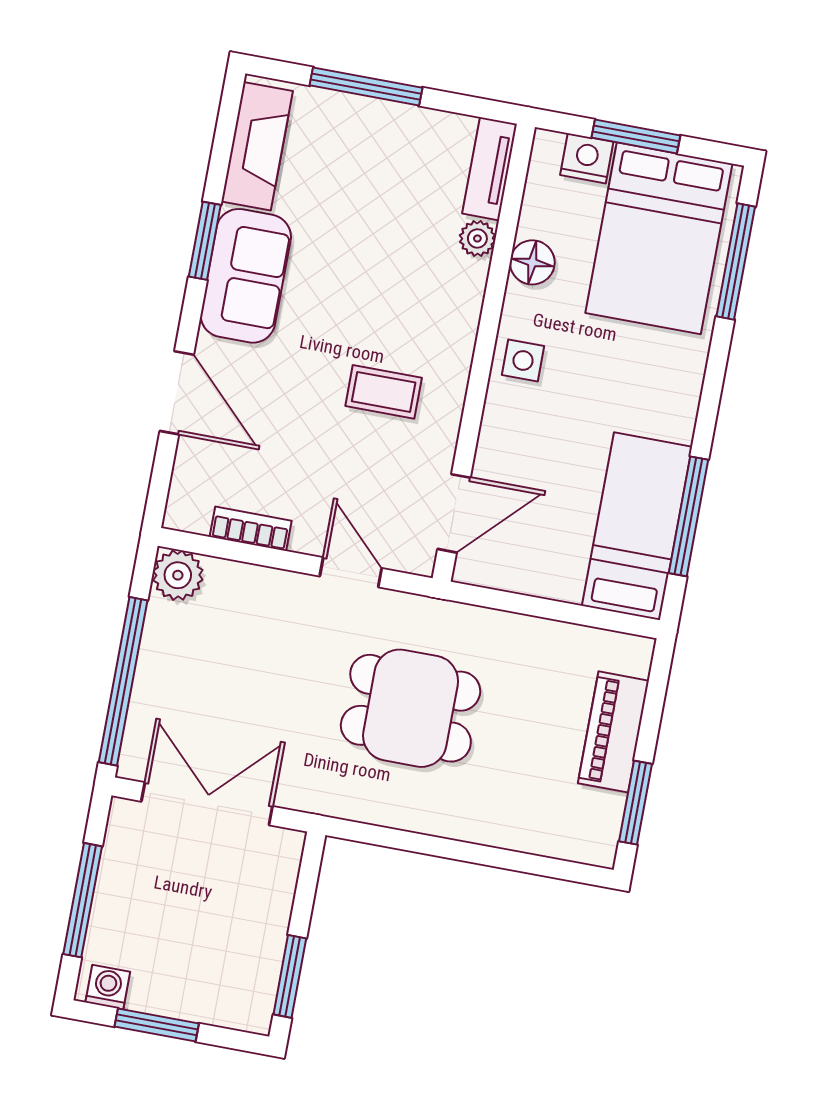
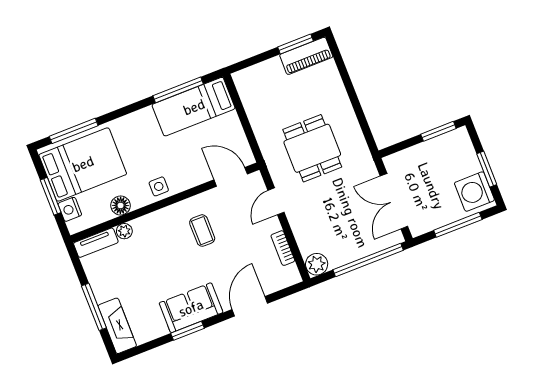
fireplace: (257, 146) -> (117, 326), moved, turned 90
piano: (613, 732) -> (306, 56), moved
washing machine: (108, 987) -> (474, 192), width x1.89, depth x1.89

